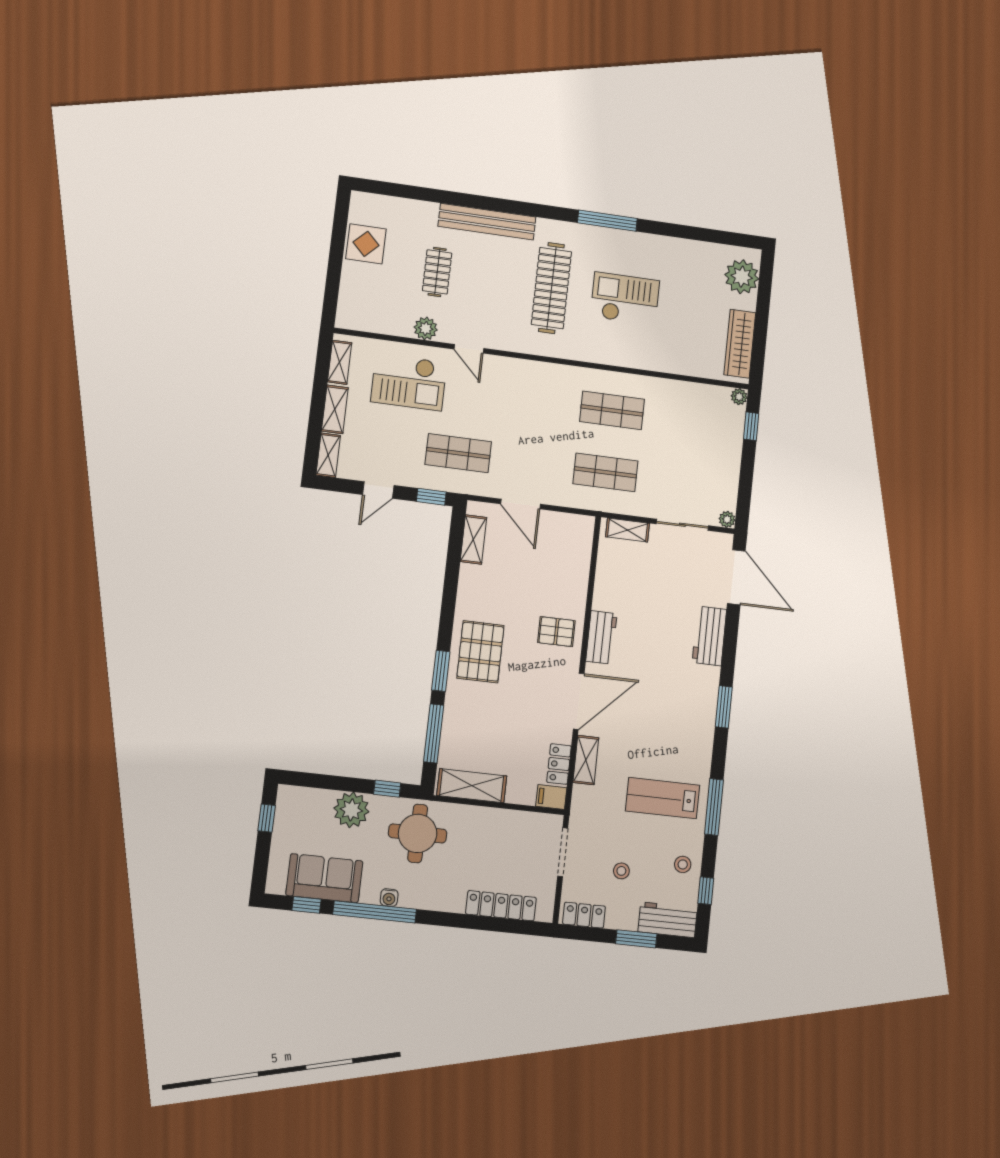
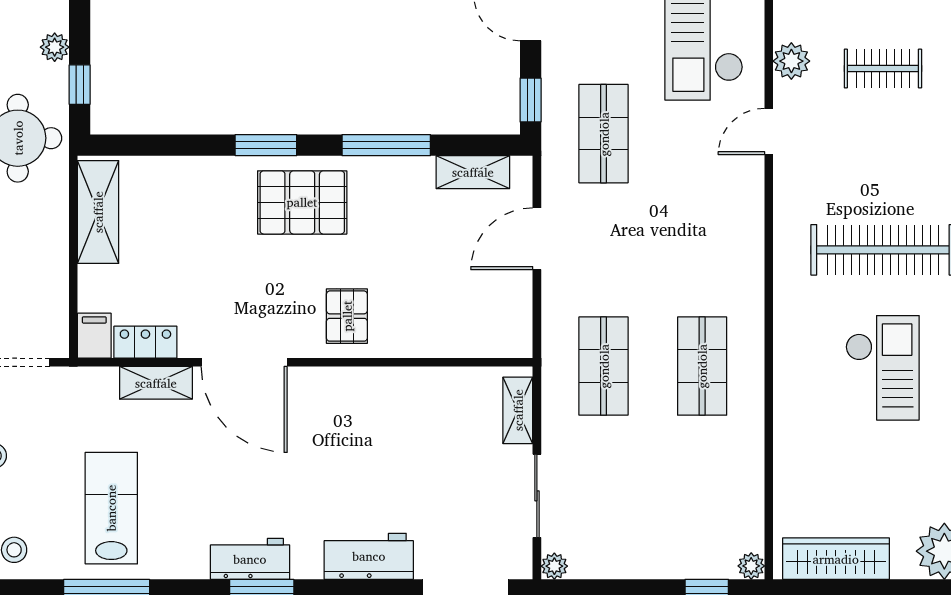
workbench: (601, 637) -> (250, 559), moved, turned 180
window: (434, 733) -> (386, 145), moved
plant: (351, 810) -> (55, 47), width x0.53, depth x0.53

